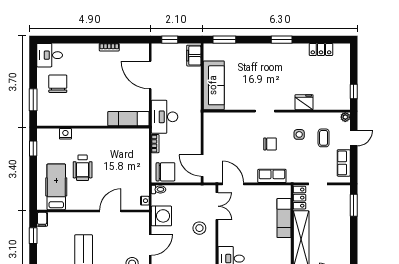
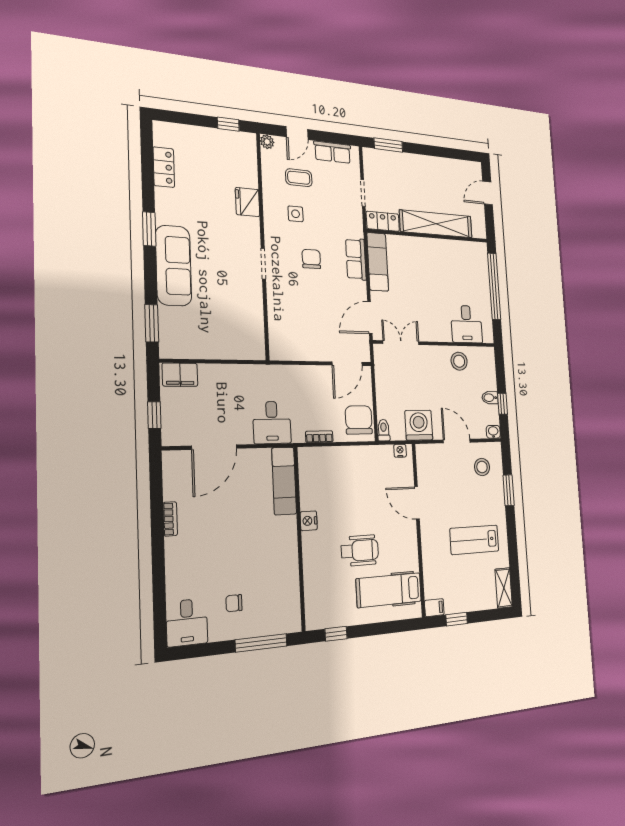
chair: (58, 84) -> (234, 603), width x0.54, depth x0.54
sofa: (214, 85) -> (174, 266), moved, turned 90
window: (33, 100) -> (261, 643), width x1.44
desk: (165, 117) -> (272, 423), width x0.73
nightstand: (65, 134) -> (309, 521), moved
door: (354, 138) -> (297, 133), swing flipped
exam couch: (284, 218) -> (378, 262), moved, turned -90
stool: (199, 228) -> (459, 361), moved

